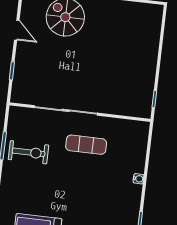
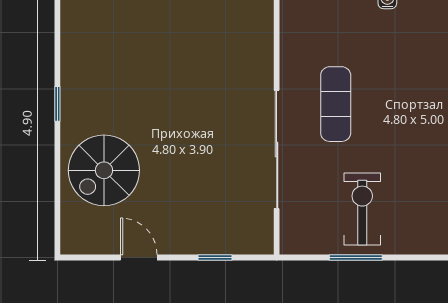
door: (17, 30) -> (139, 258), hinge flipped

